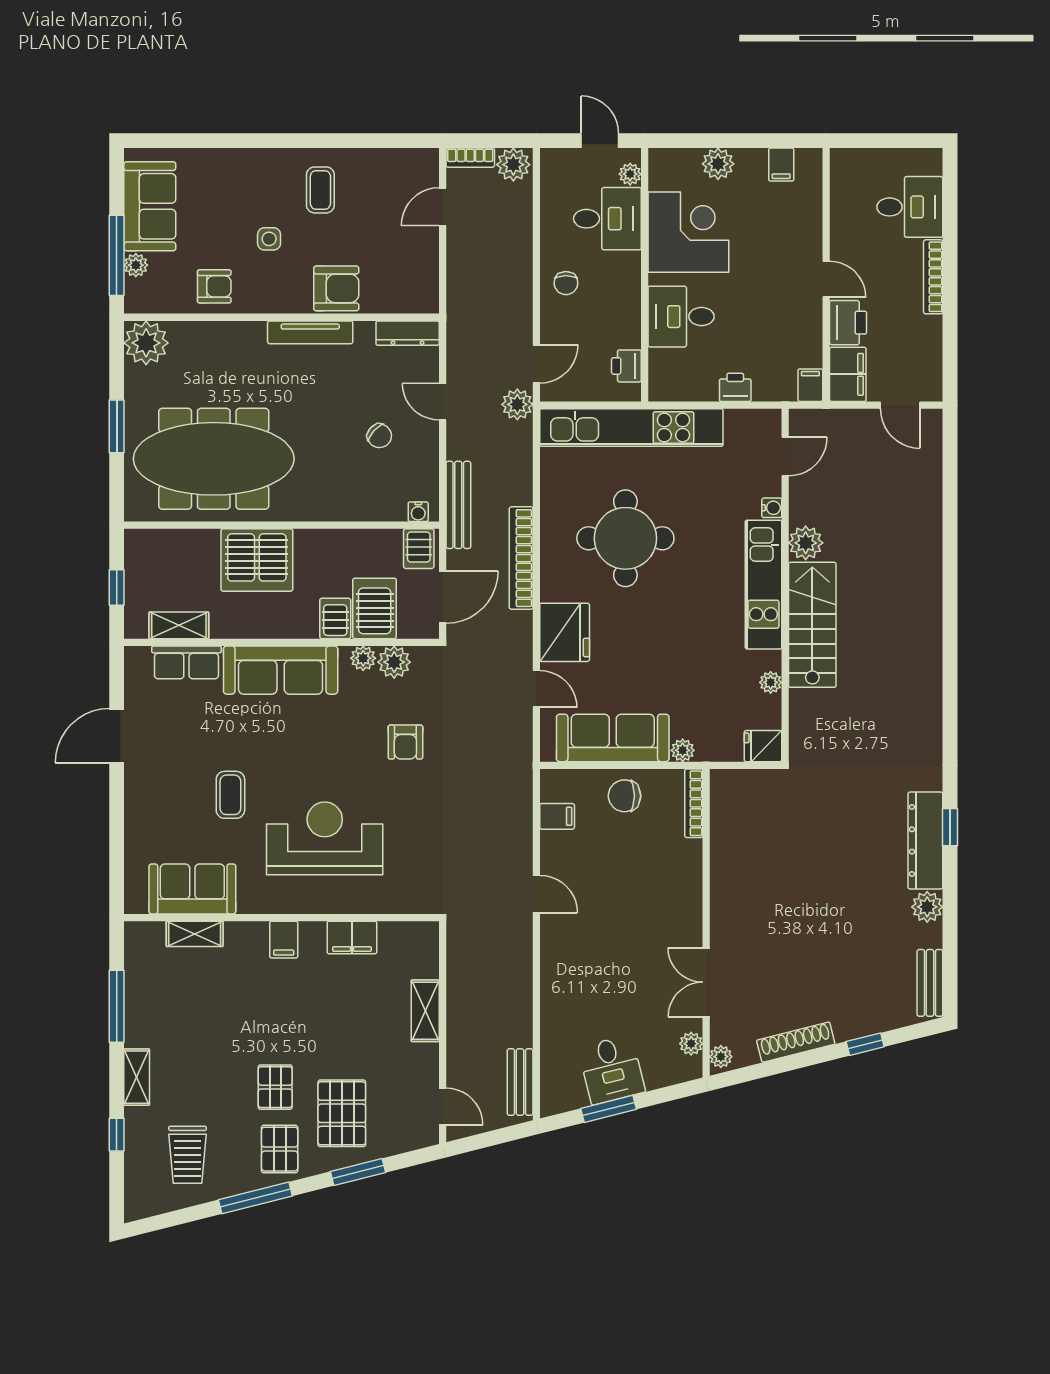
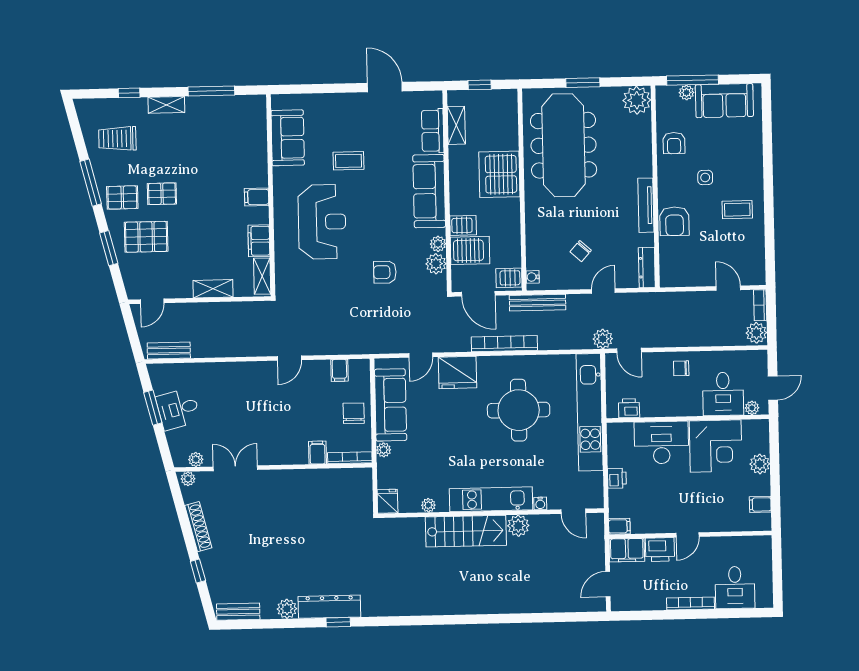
desk: (681, 317) -> (661, 443), width x1.37
filing cabinet: (685, 854) -> (318, 453), added
shelving: (195, 934) -> (262, 276), moved

